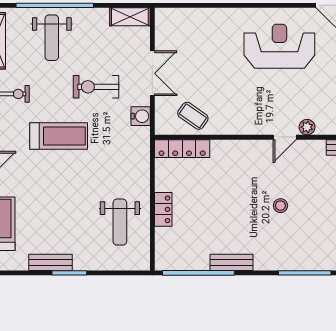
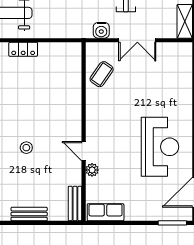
locker: (182, 149) -> (74, 65), removed

